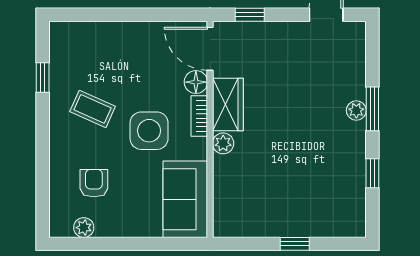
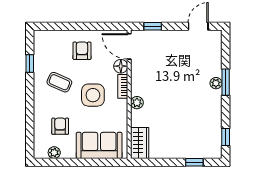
armchair: (131, 56) -> (82, 51), added
wardrobe: (228, 105) -> (140, 143), moved
window: (372, 173) -> (226, 137), moved
sofa: (185, 199) -> (99, 145), moved, turned 90
window: (295, 244) -> (194, 162), moved

